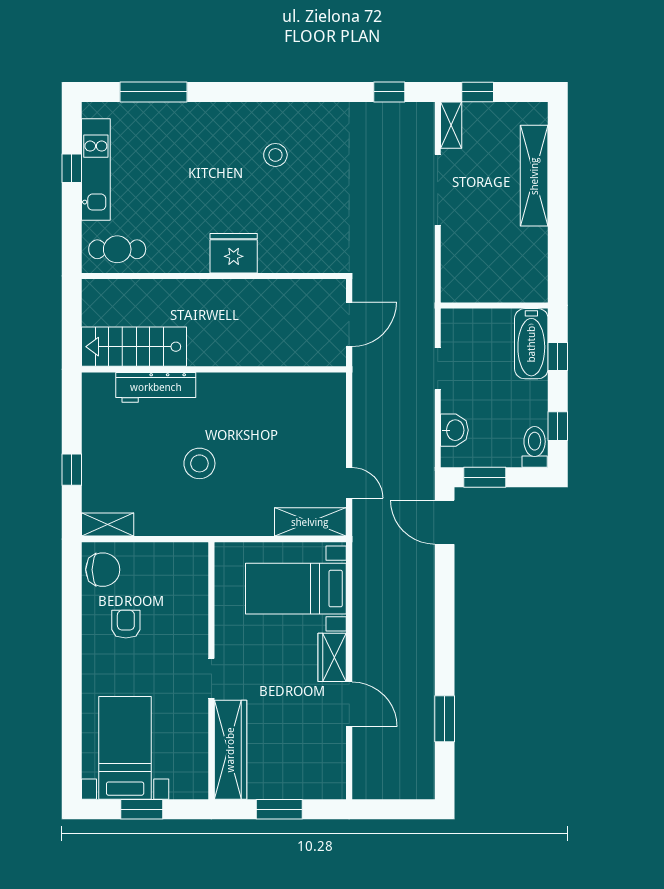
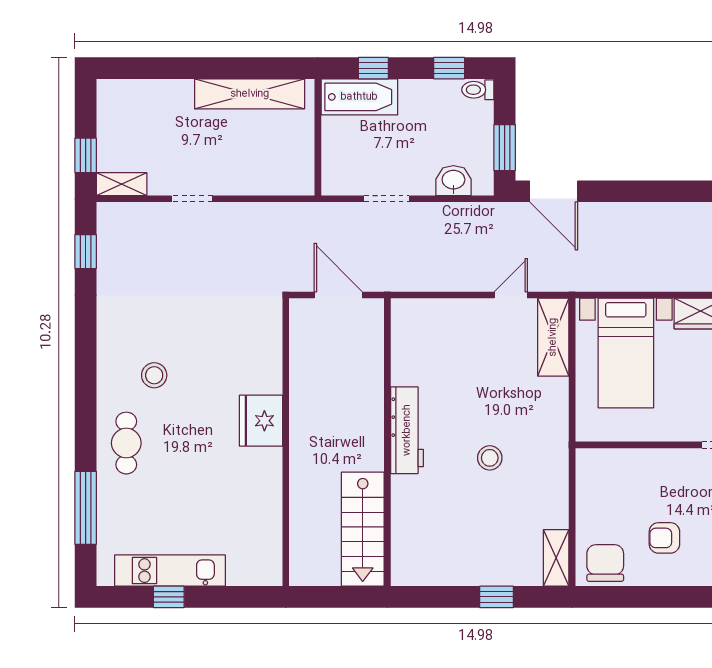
shelving: (534, 176) -> (250, 94), moved
doorway: (438, 190) -> (192, 199), width x0.53
cafe table: (117, 249) -> (126, 443), moved
workbench: (156, 387) -> (407, 430), moved
toilet: (535, 447) -> (478, 90), width x0.73, depth x0.72
stool: (199, 463) -> (490, 458), width x0.73, depth x0.73
door: (445, 522) -> (554, 191), hinge flipped

